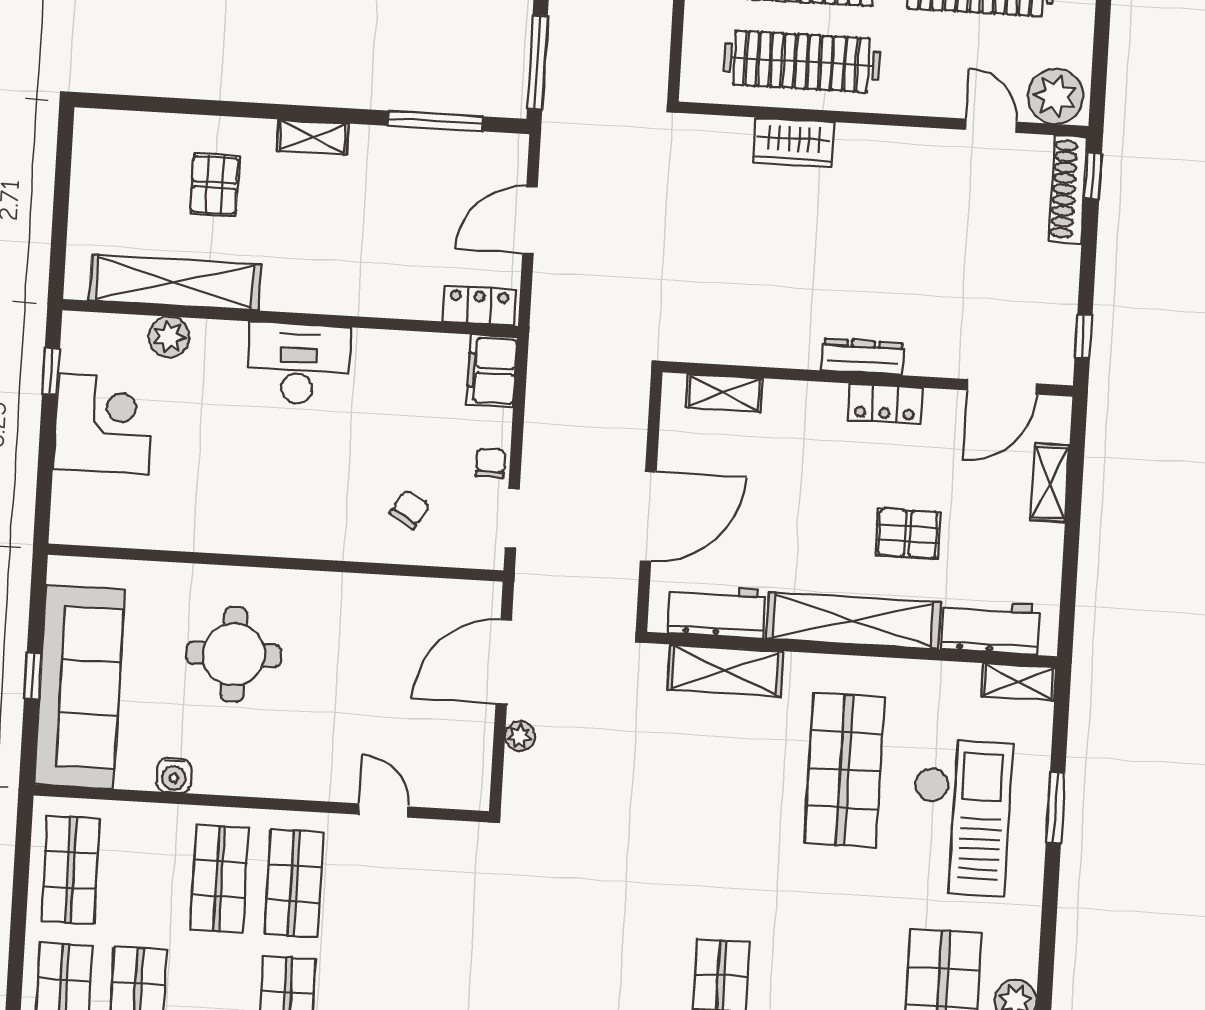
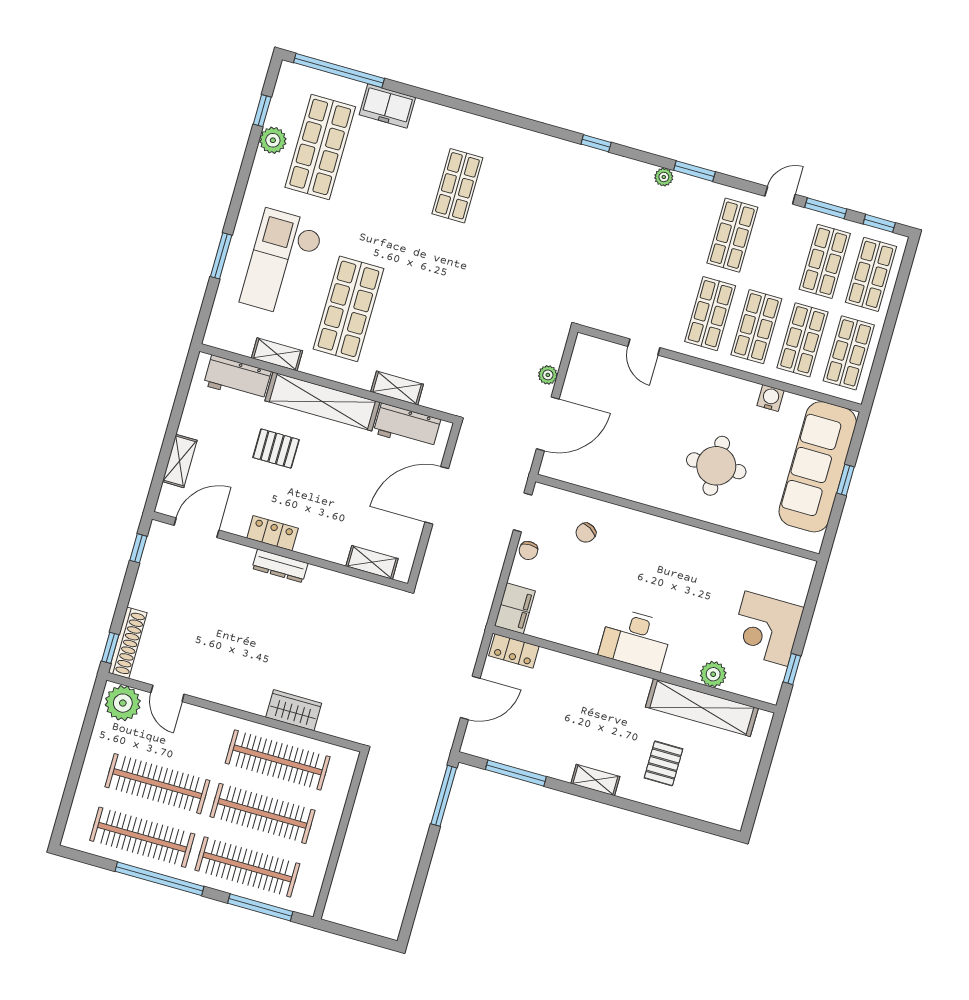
shelving: (725, 671) -> (397, 388), width x0.67, depth x0.75
shelving: (1019, 682) -> (277, 354), moved
shop shelf: (145, 874) -> (803, 340), added

